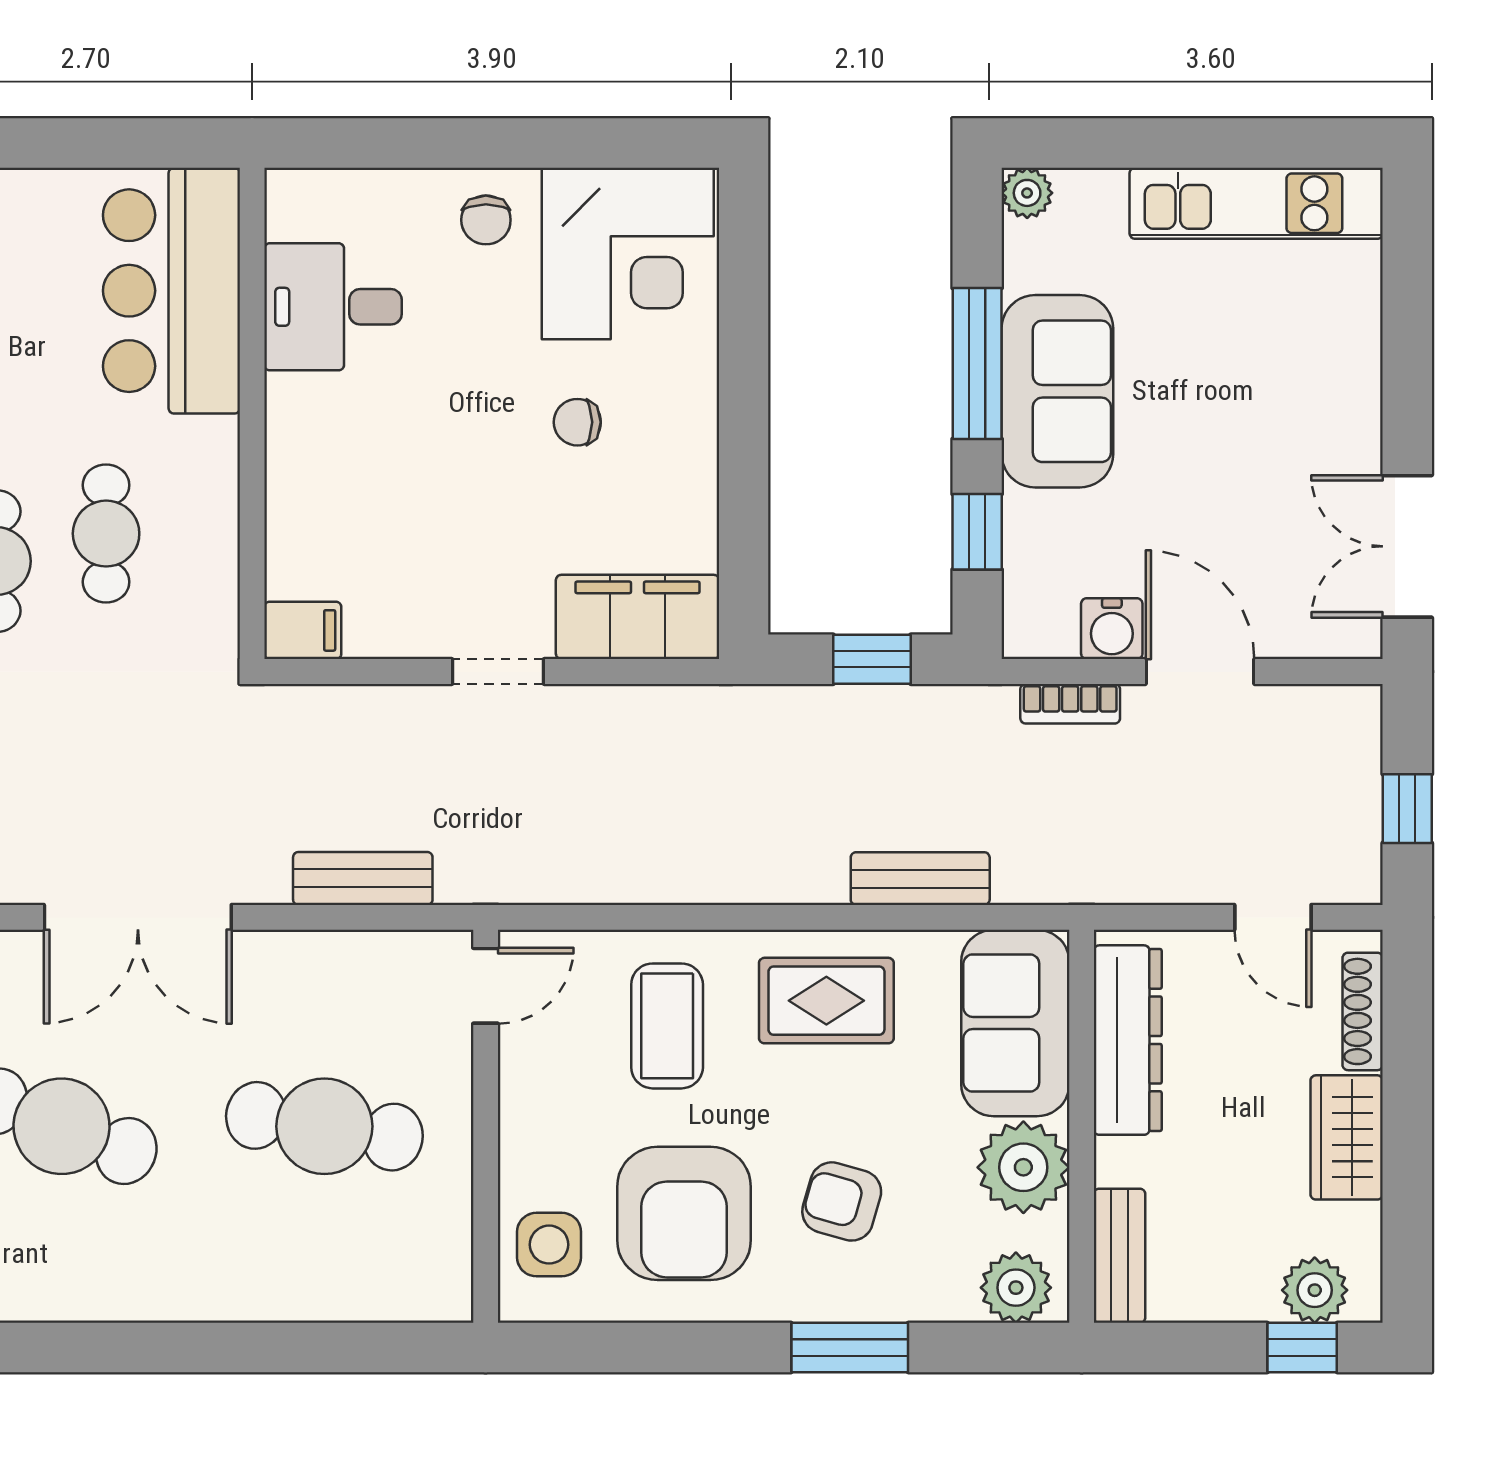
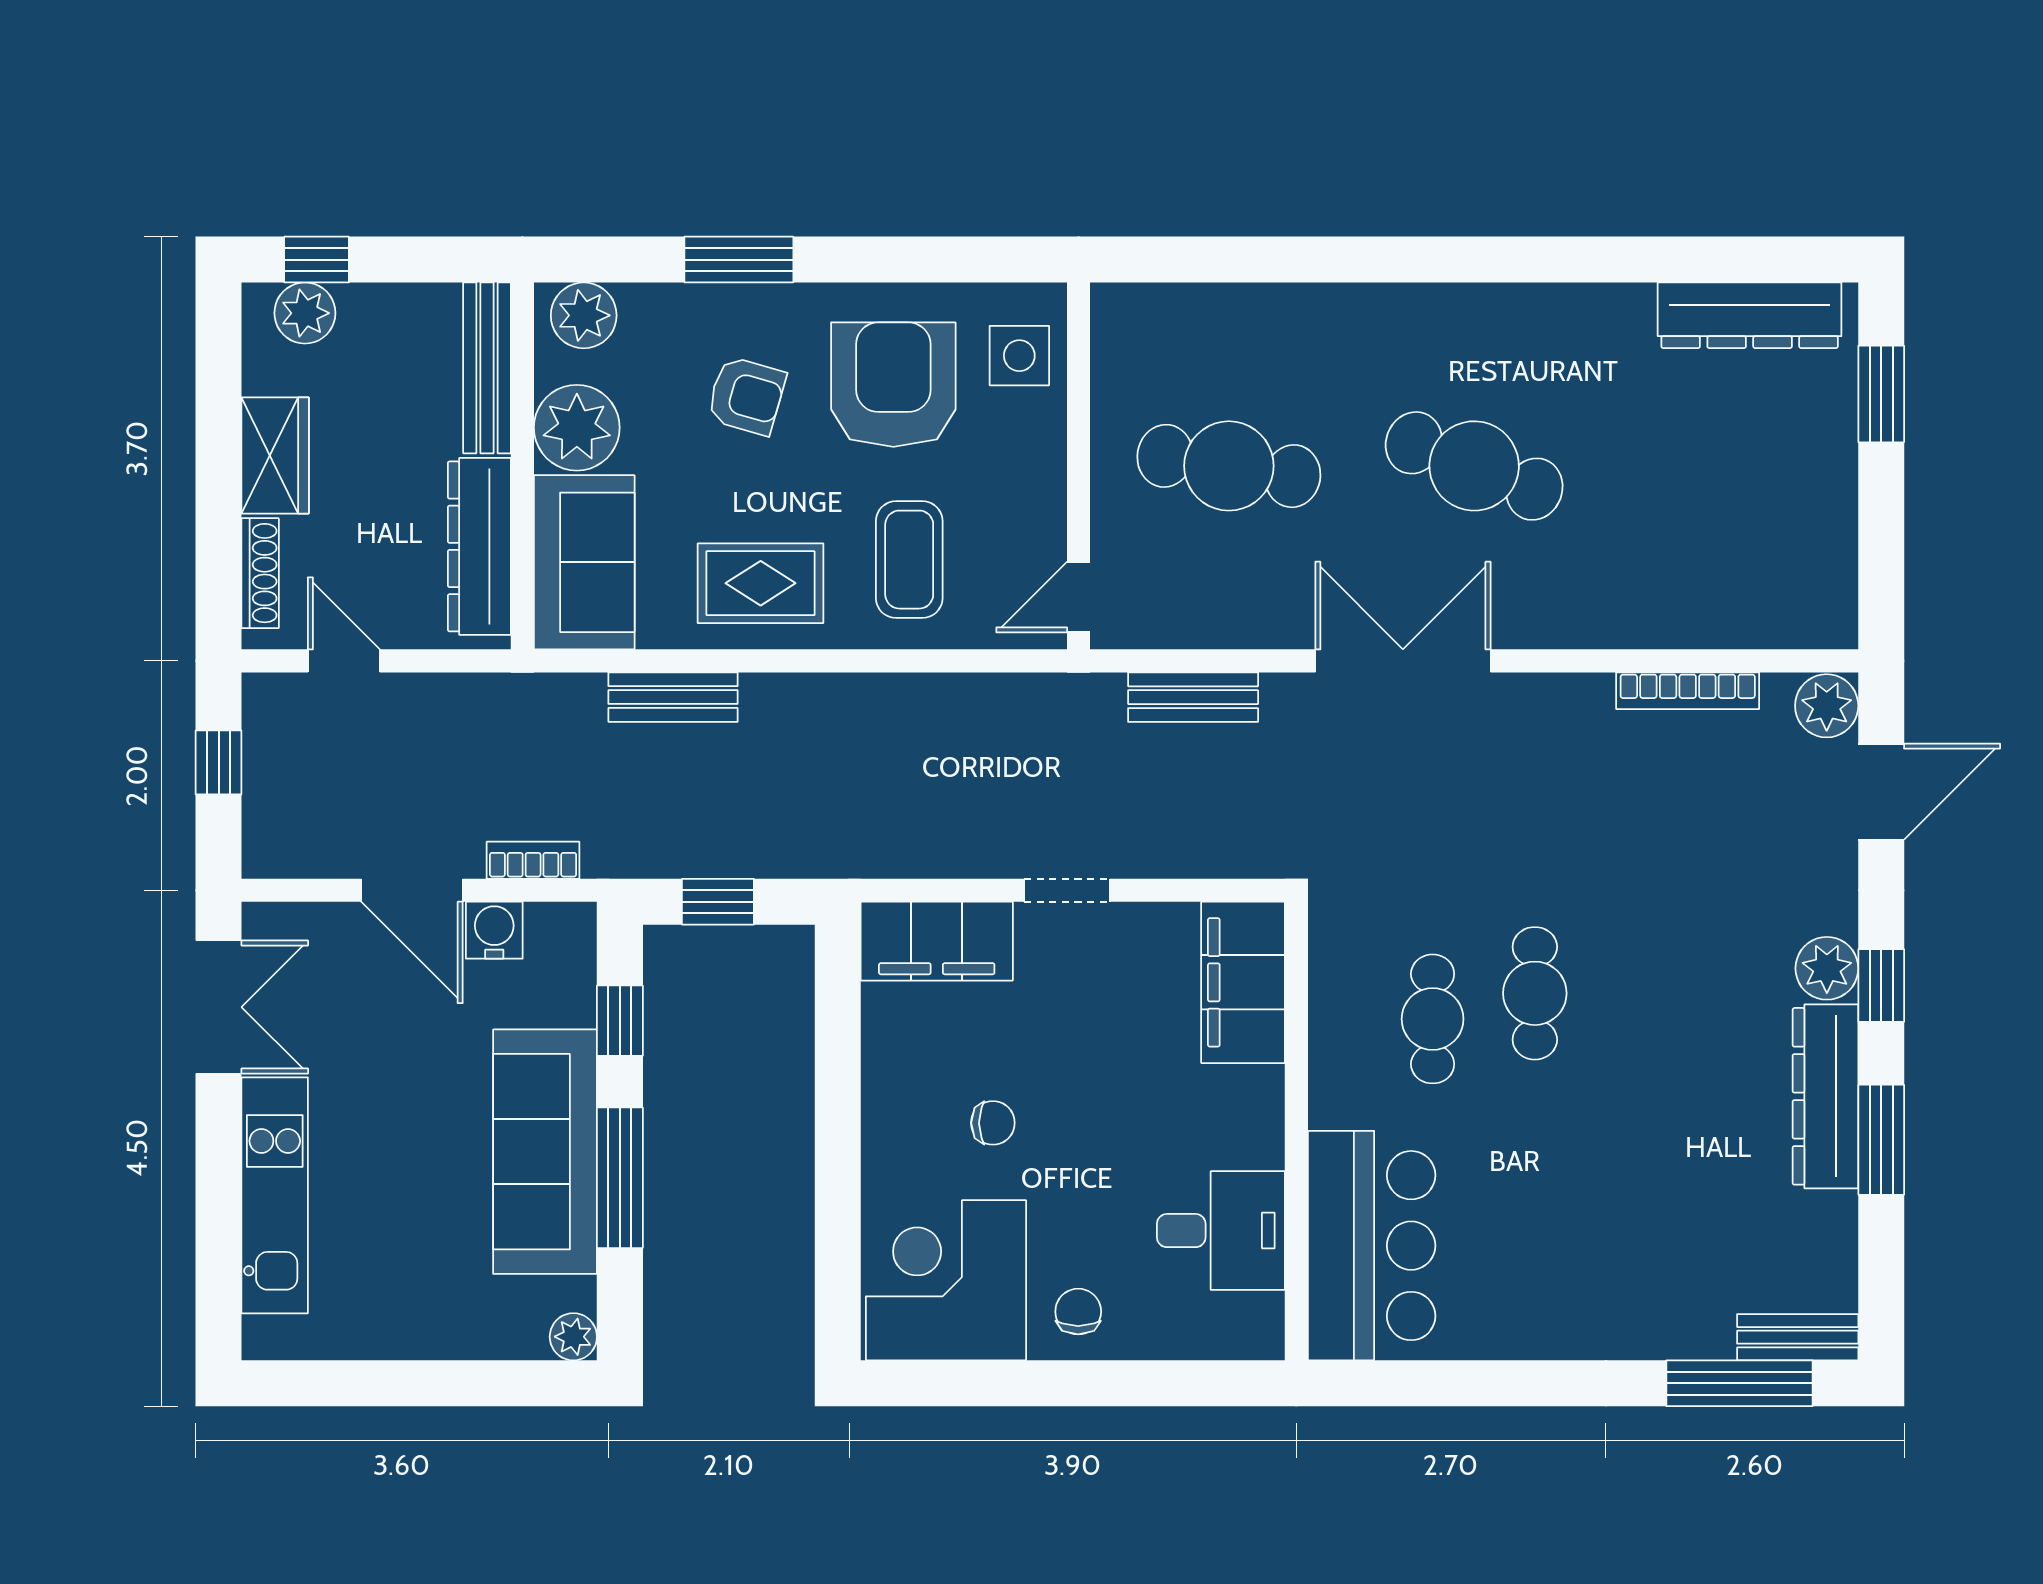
kitchen unit: (1256, 203) -> (275, 1195), moved, turned 90
sofa: (1057, 391) -> (545, 1152), width x1.36
filing cabinet: (303, 630) -> (1243, 982), width x3.00, depth x1.17
bench: (1120, 1256) -> (487, 368), width x1.36

